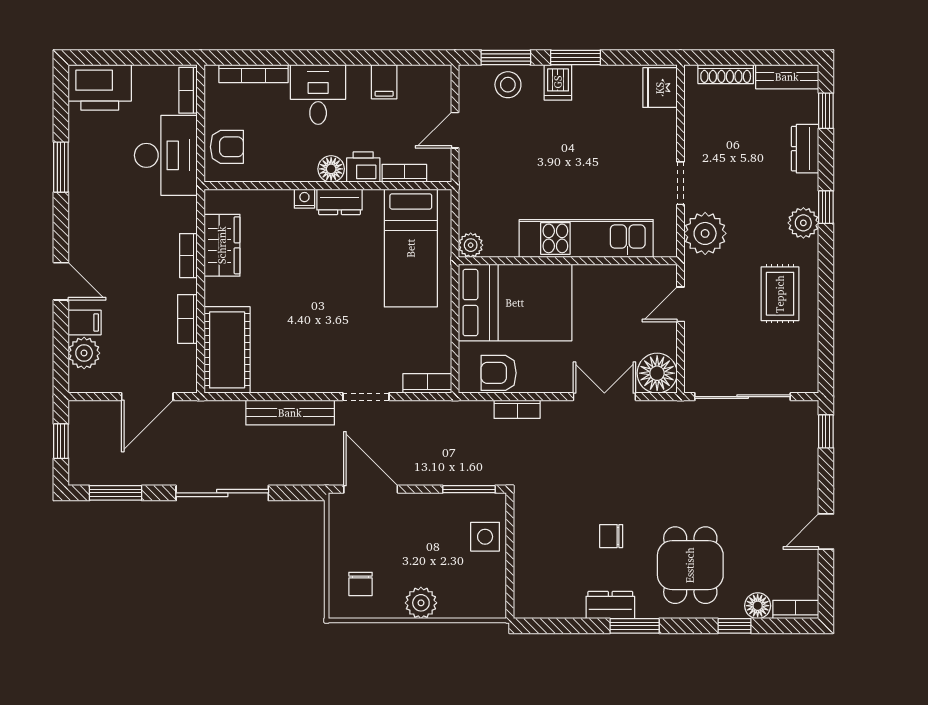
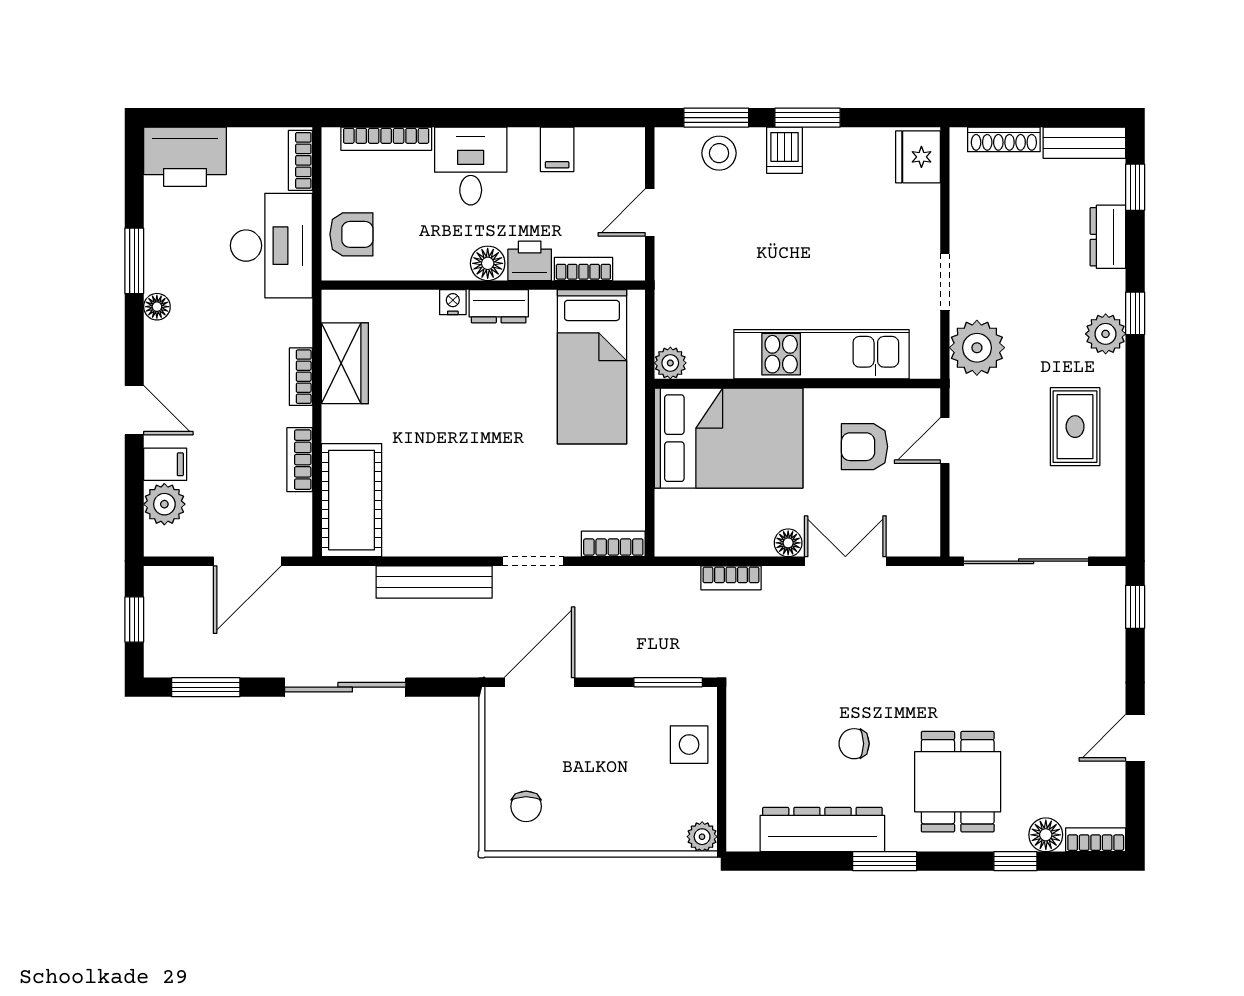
floor lamp: (78, 202) -> (157, 307), added
armchair: (499, 373) -> (864, 447), moved
floor lamp: (657, 373) -> (788, 543), moved, width x0.53, depth x0.53
door: (371, 489) -> (539, 682), hinge flipped
plant: (421, 603) -> (702, 837), moved, width x0.73, depth x0.73
dresser: (610, 605) -> (822, 830), width x1.96, depth x1.24

